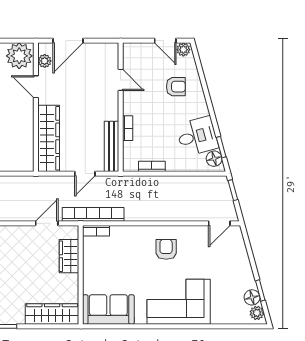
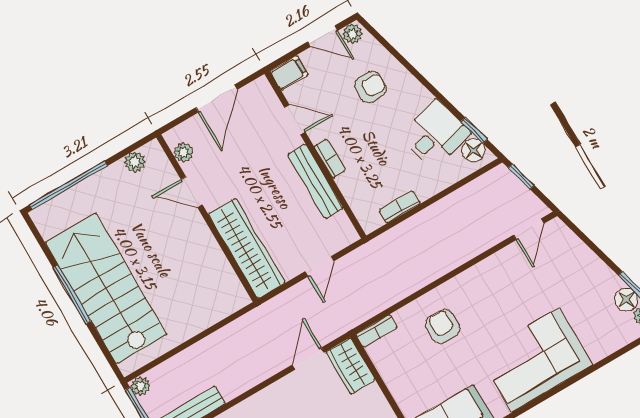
door: (68, 41) -> (216, 98), moved
filing cabinet: (133, 51) -> (289, 73), added
plant: (19, 56) -> (135, 162), width x0.53, depth x0.53
bookcase: (128, 128) -> (330, 159), moved
bench: (111, 146) -> (315, 181), moved
bookcase: (93, 214) -> (361, 312), removed
armchair: (166, 249) -> (443, 326), moved
wardrobe: (69, 256) -> (351, 366), moved

